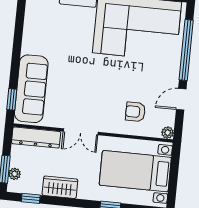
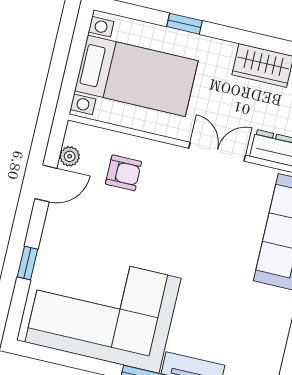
window: (186, 50) -> (27, 263), width x0.32
plant: (168, 133) -> (70, 156), moved

